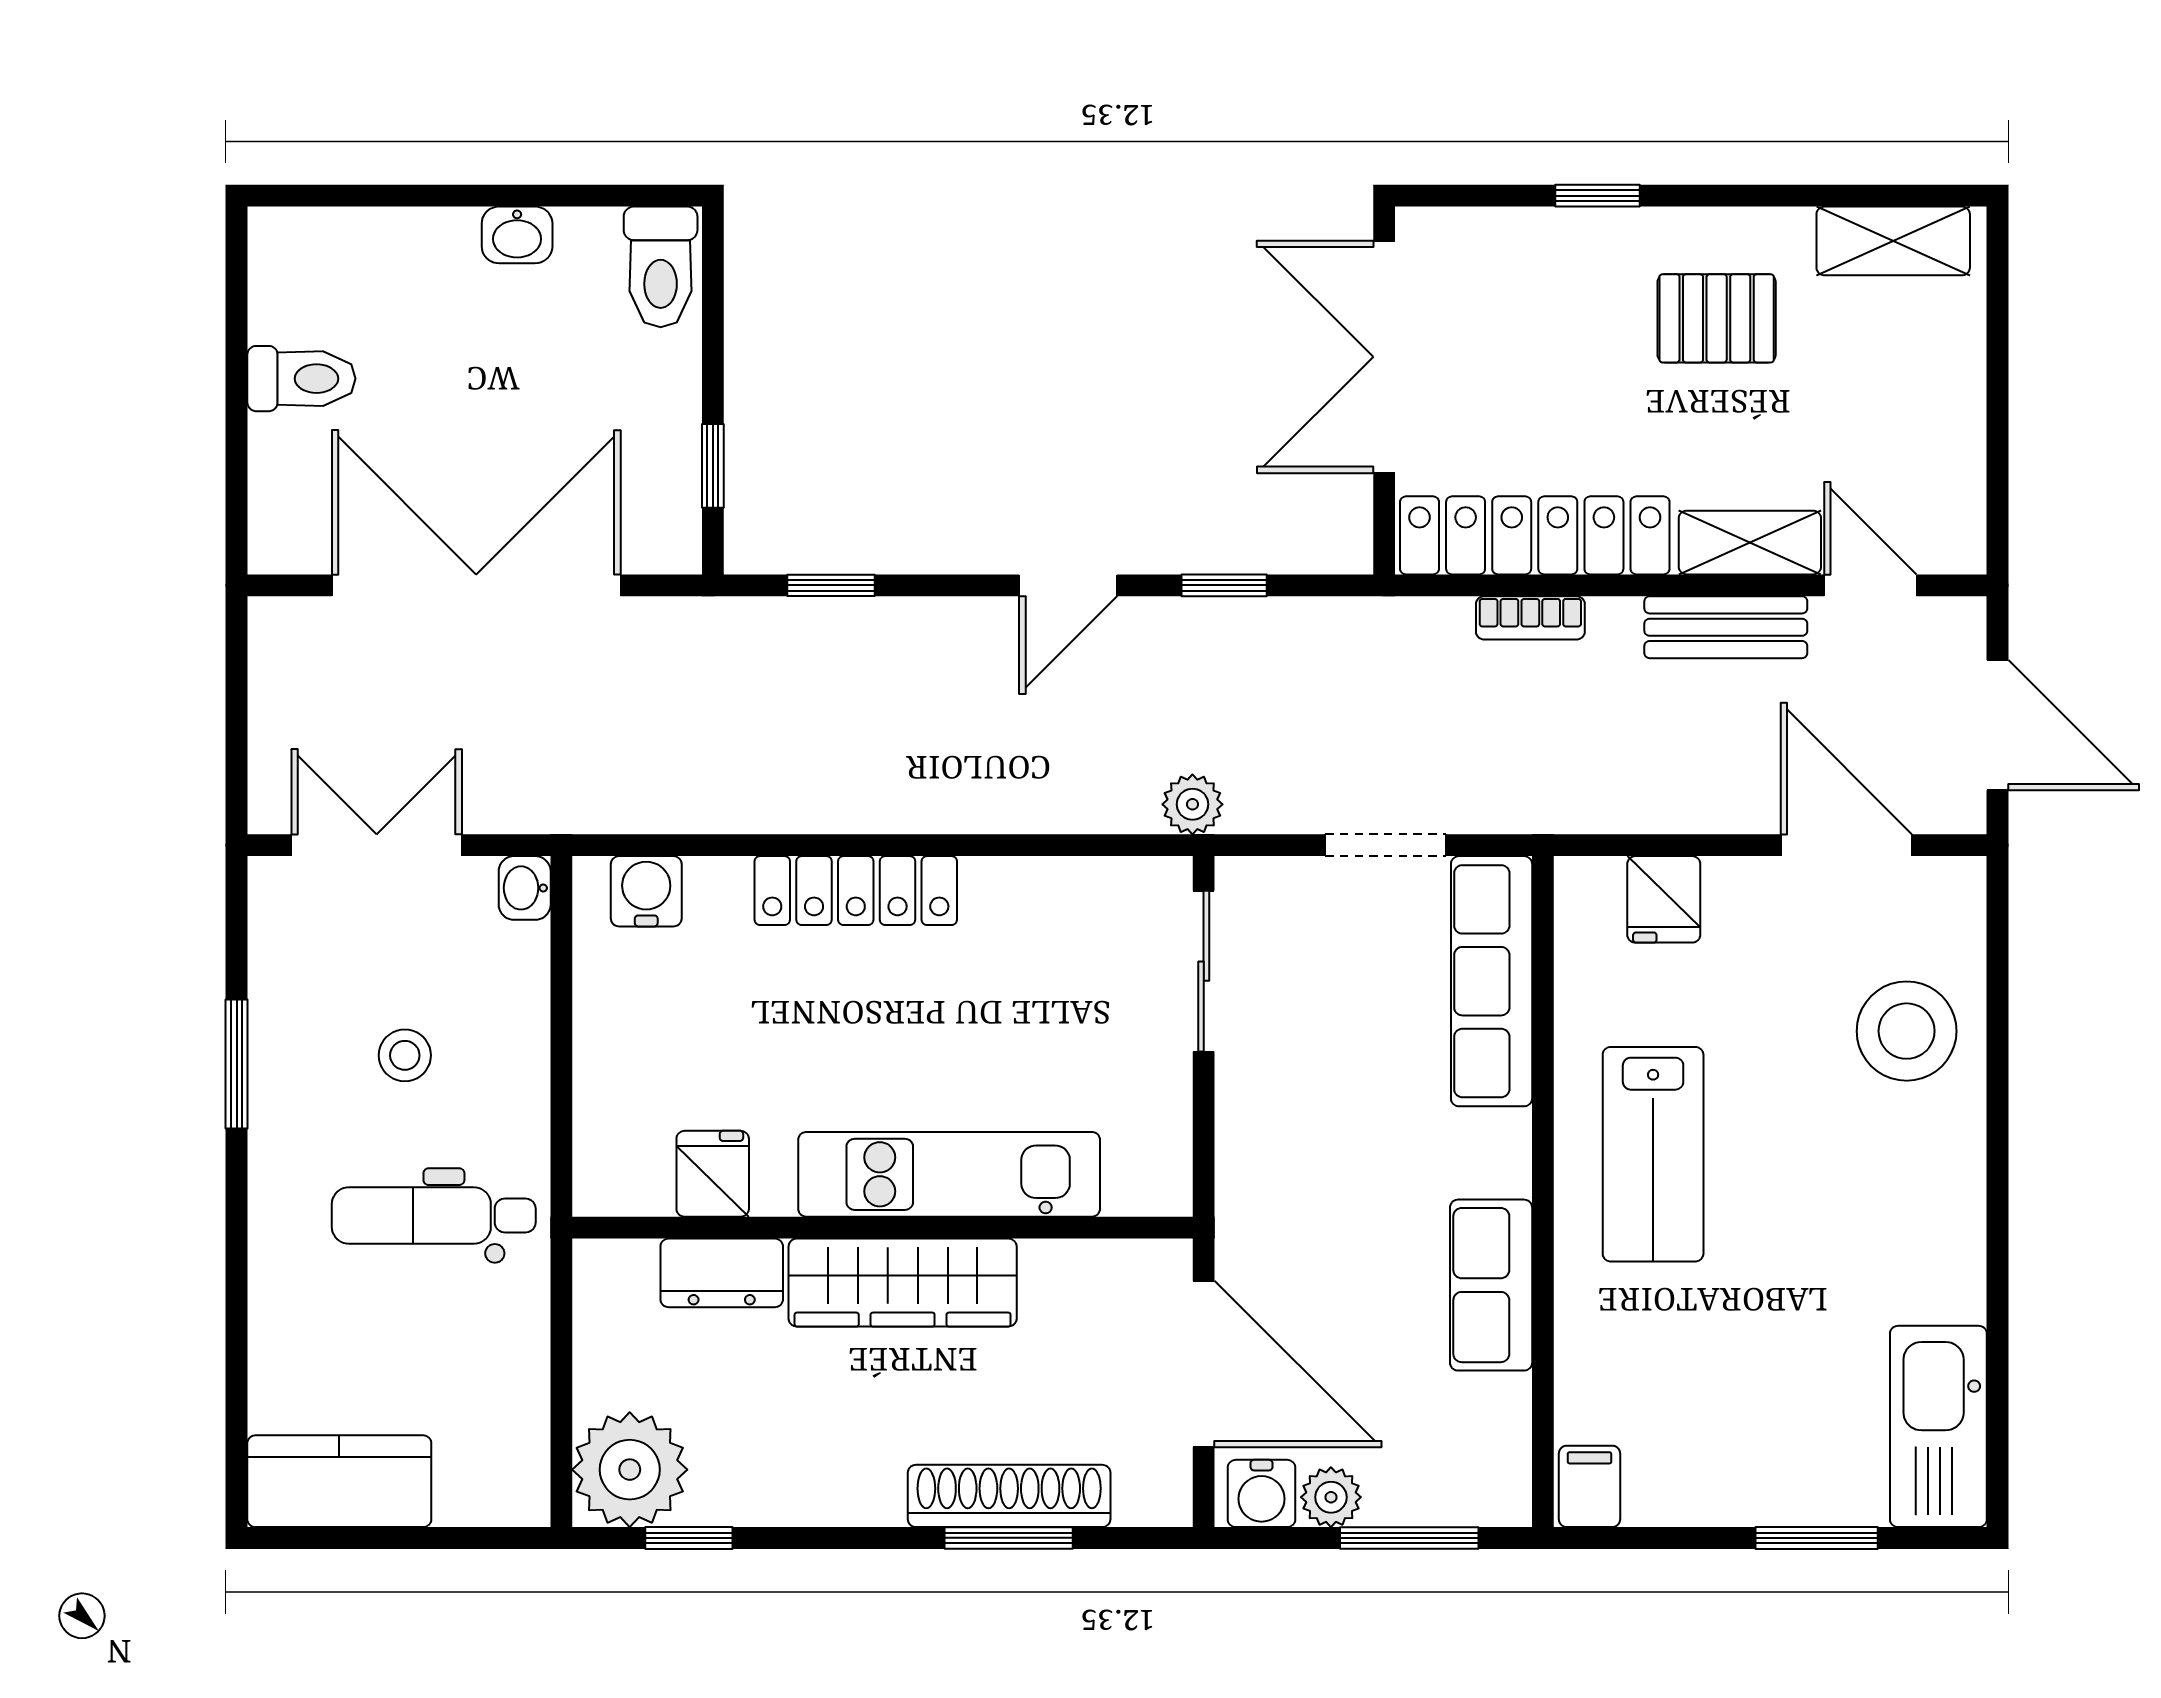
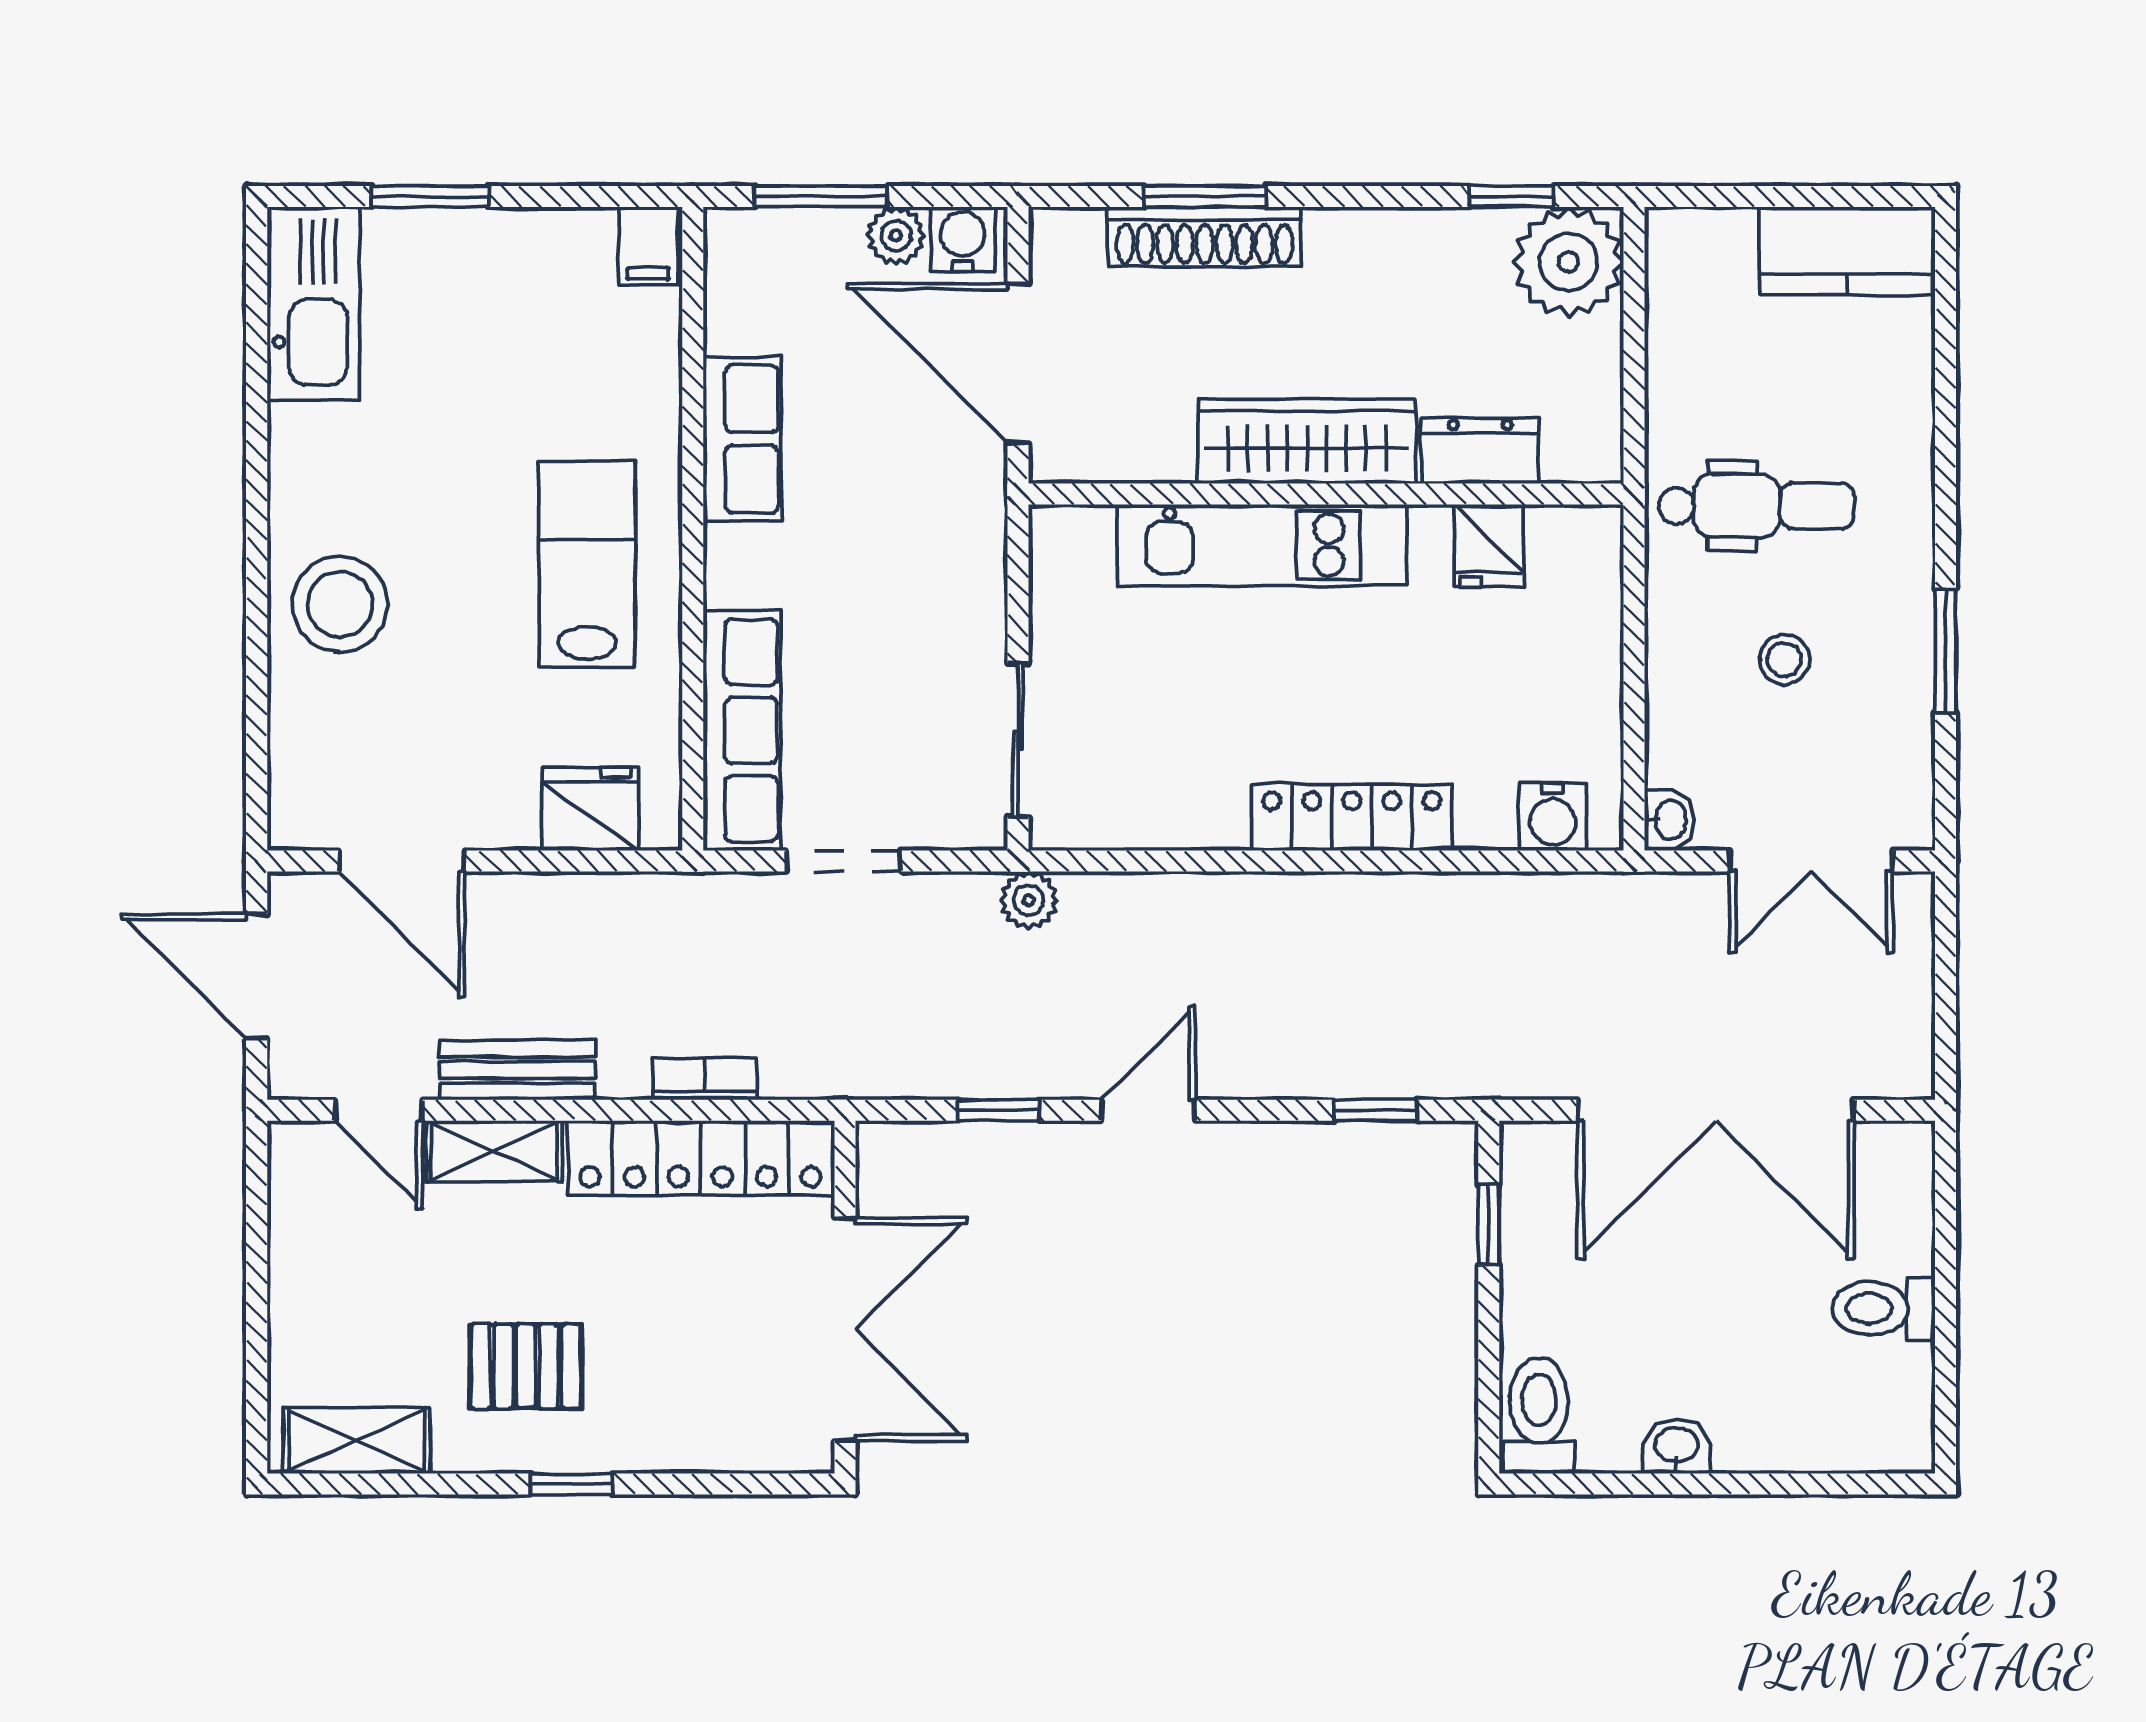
window: (1597, 196) -> (572, 1484), moved
fridge: (1664, 899) -> (590, 809), width x1.38
stool: (1907, 1031) -> (340, 604), moved

